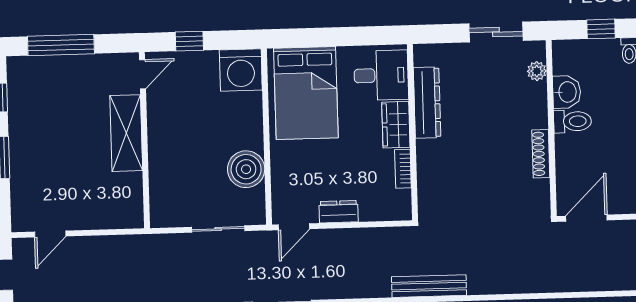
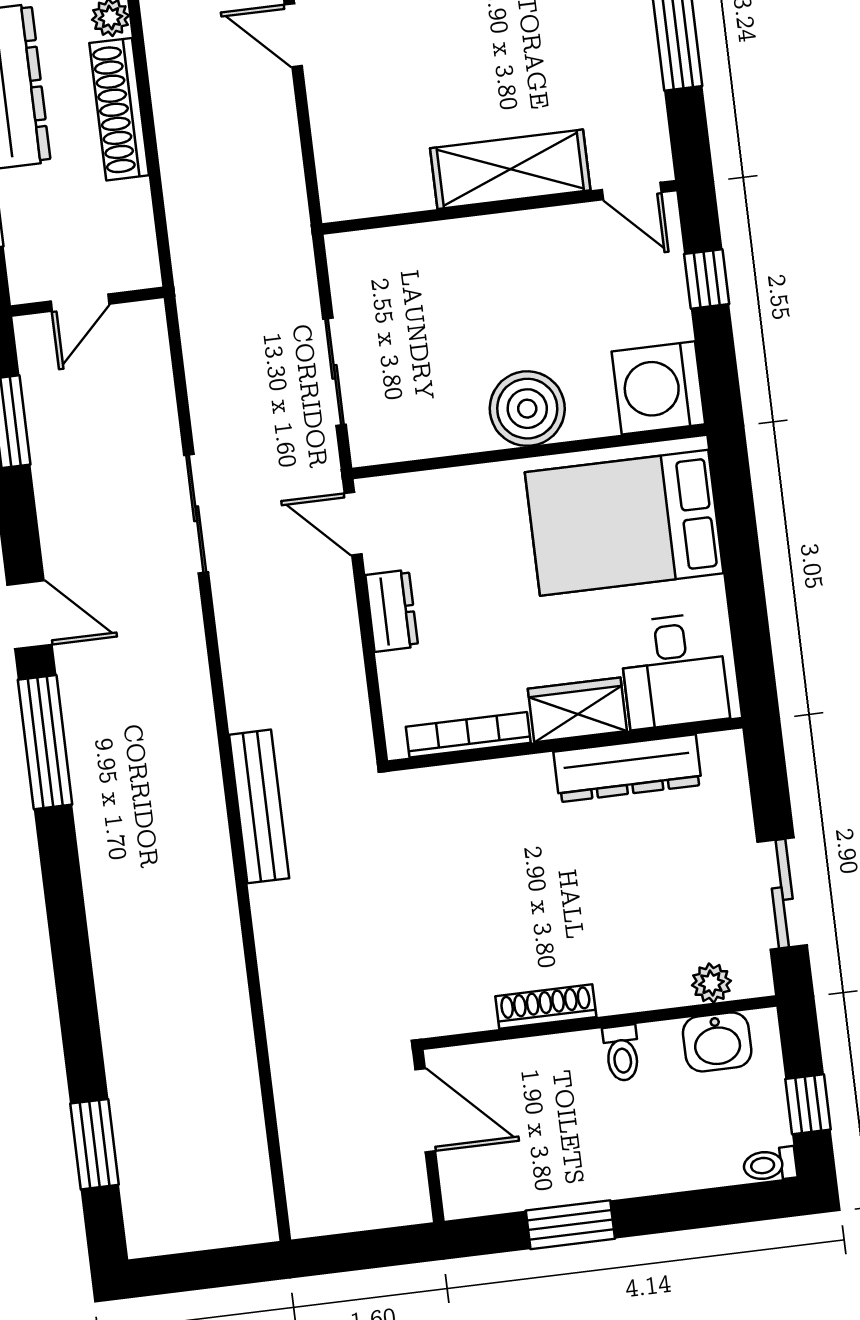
washbasin: (567, 92) -> (717, 1042), moved
toilet: (573, 121) -> (622, 1053), width x0.73, depth x0.72
boiler: (246, 169) -> (527, 409), moved
bookcase: (403, 169) -> (468, 735), width x1.56

